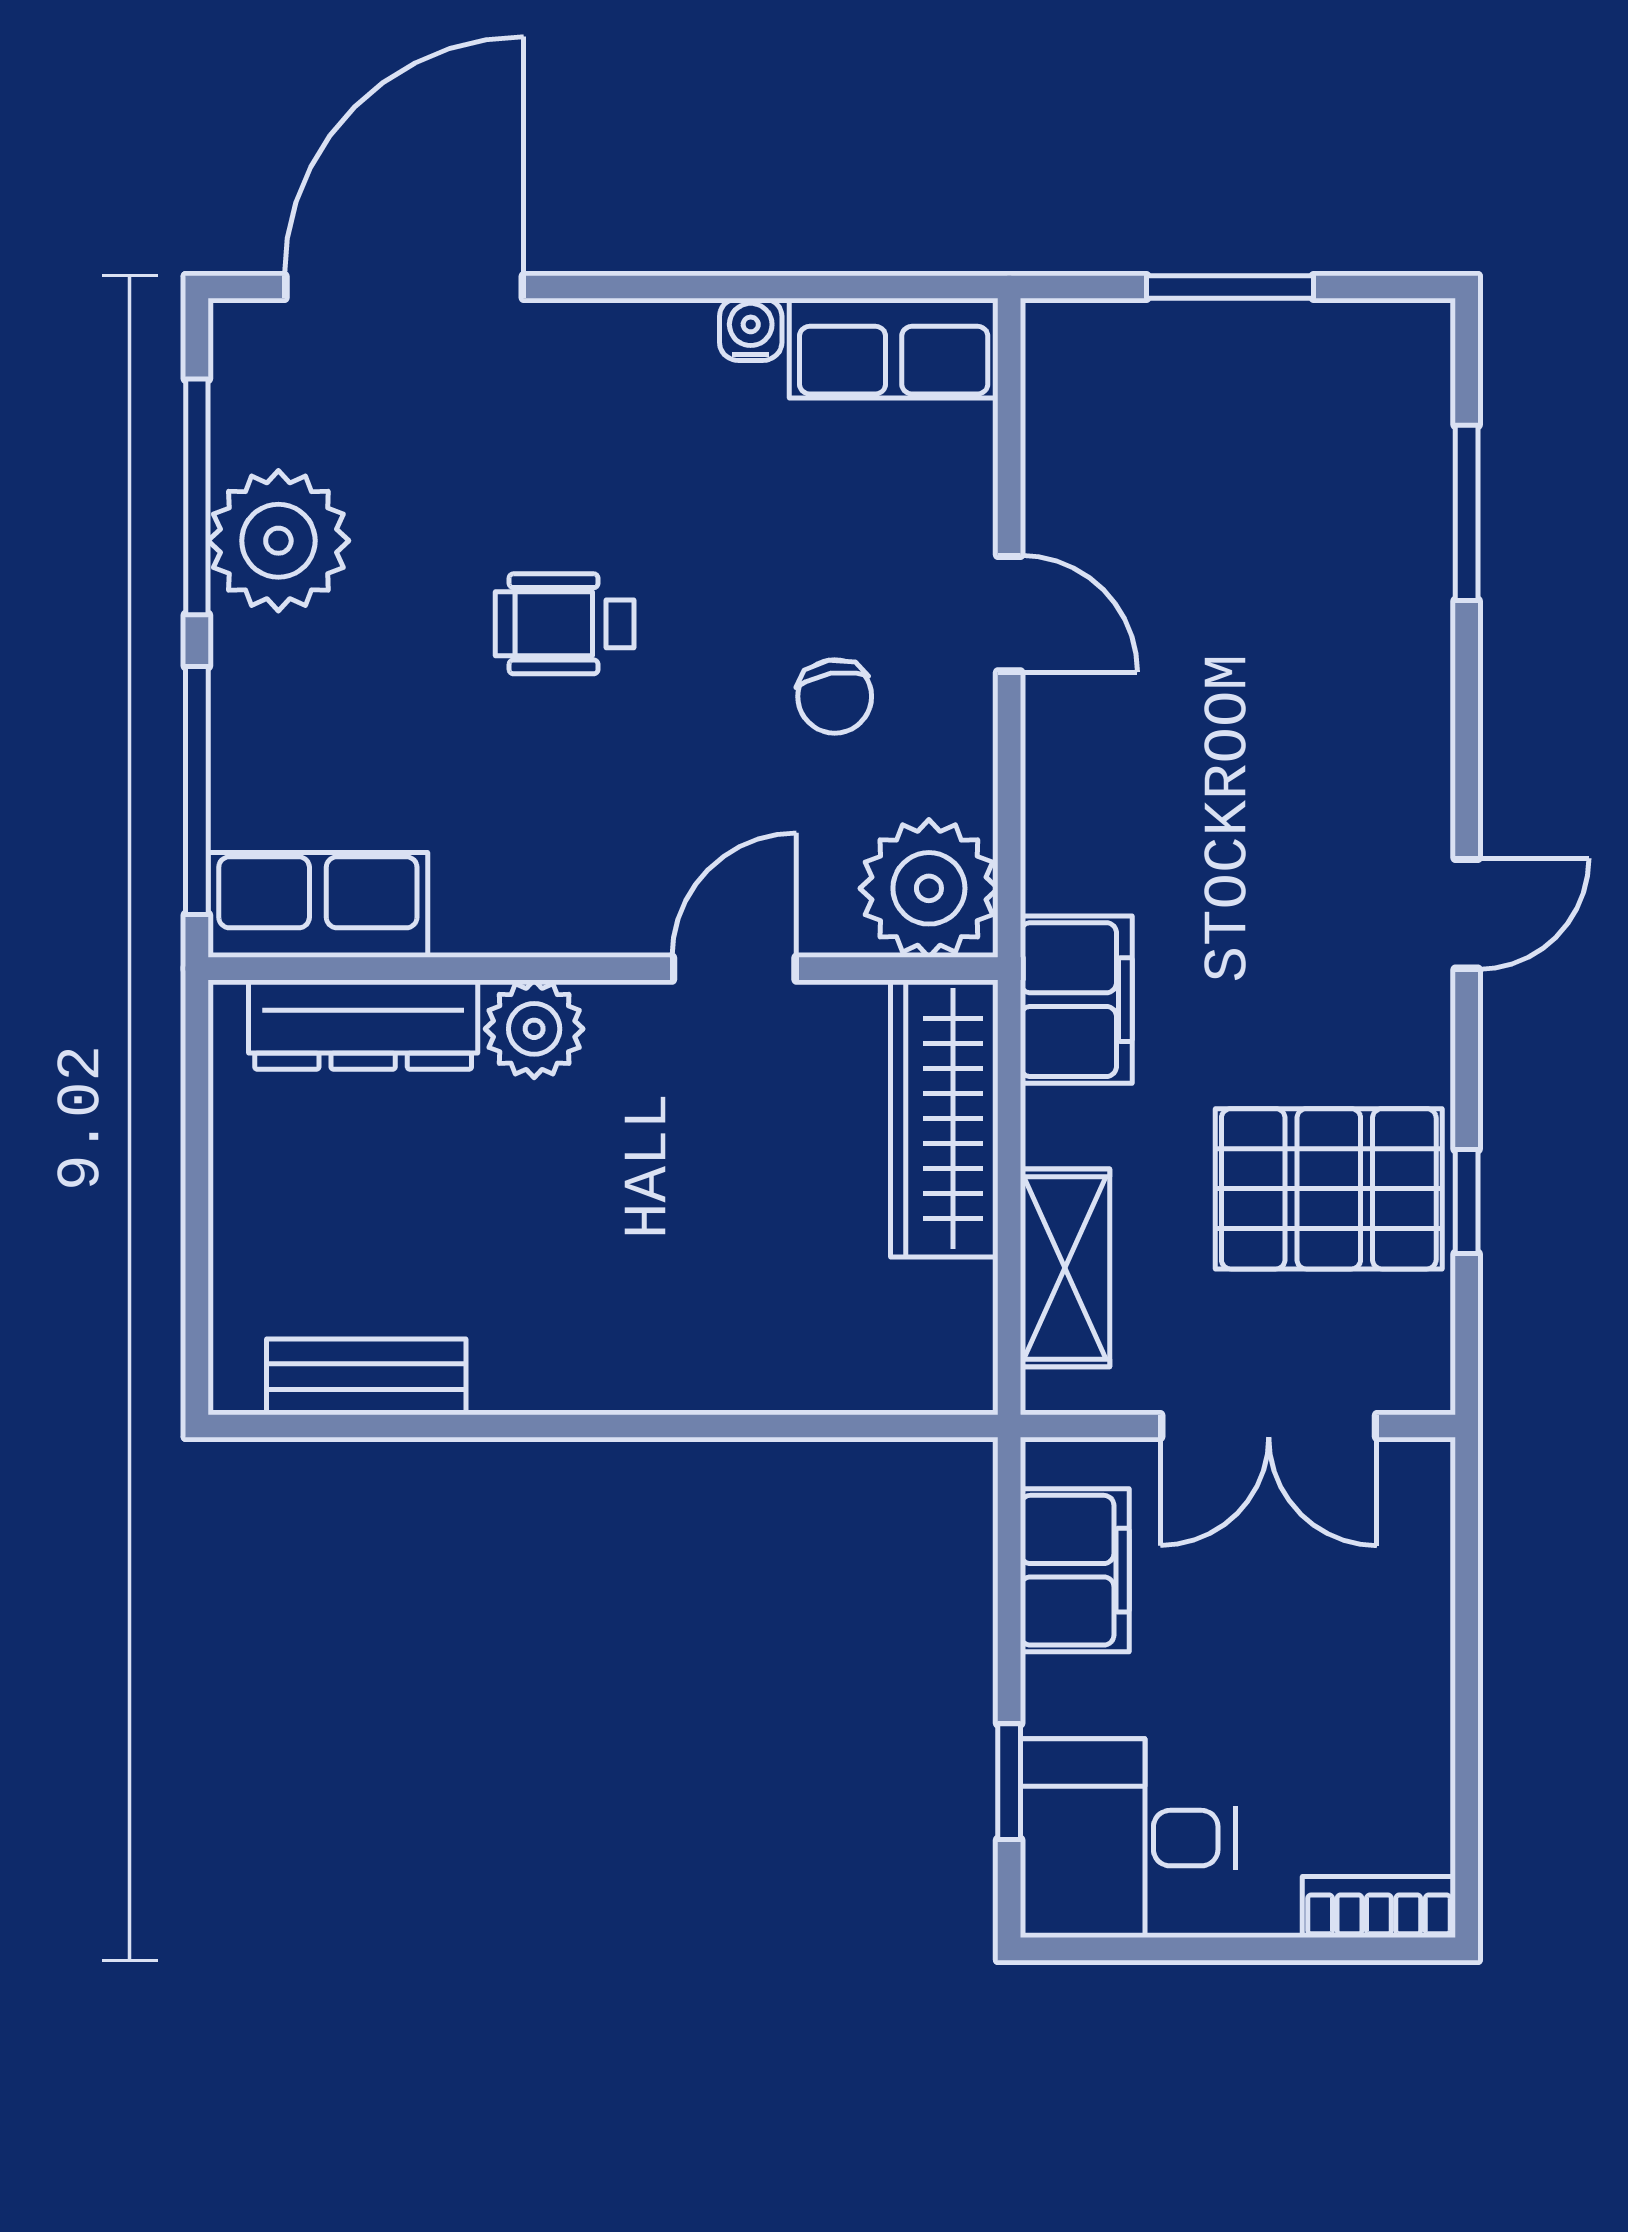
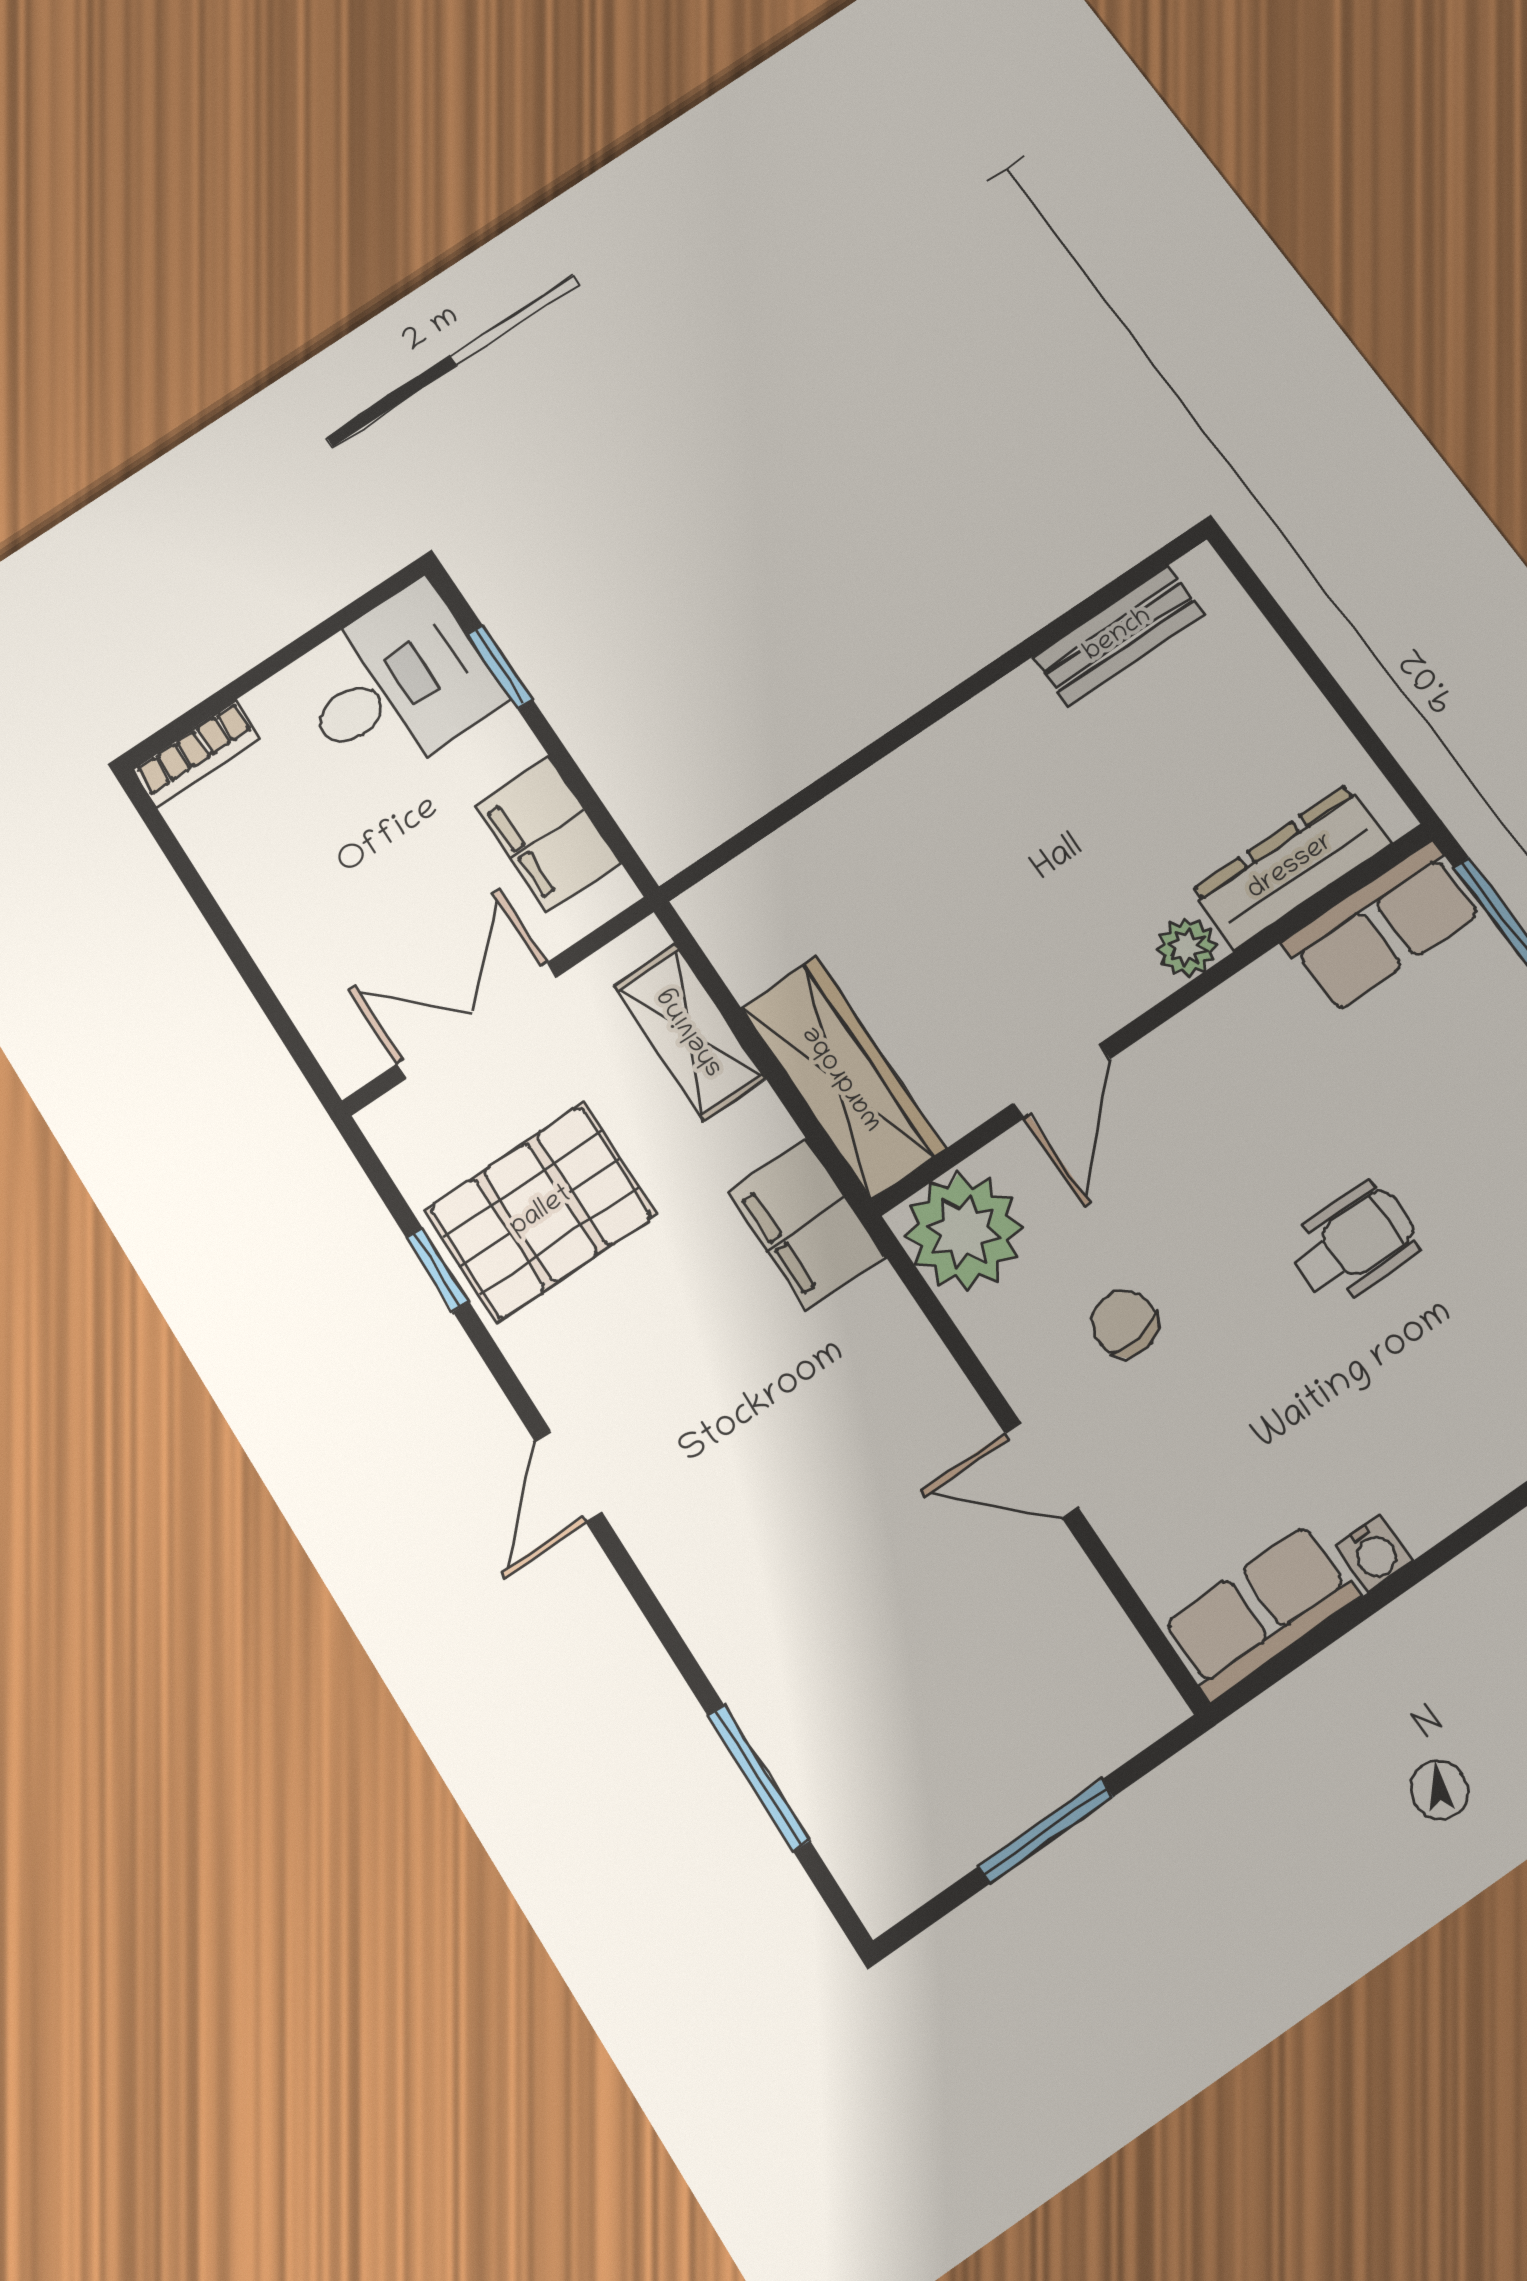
plant: (534, 1029) -> (1187, 947), width x0.73, depth x0.73

